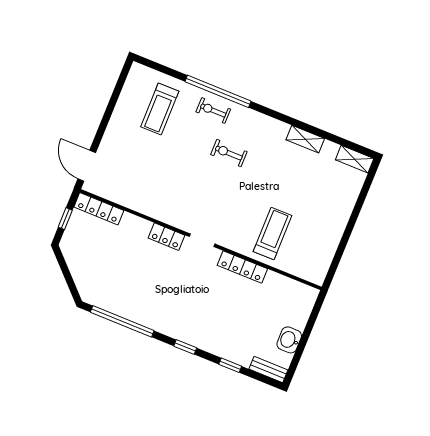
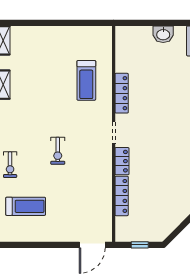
exercise bike: (229, 153) -> (58, 151), moved
locker: (99, 209) -> (122, 196), moved
treadmill: (273, 233) -> (86, 80), turned -90

